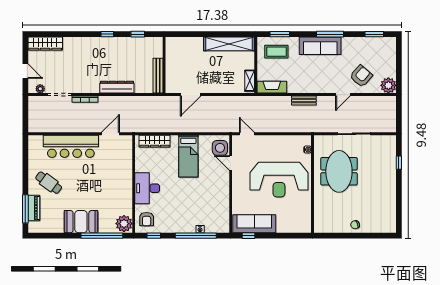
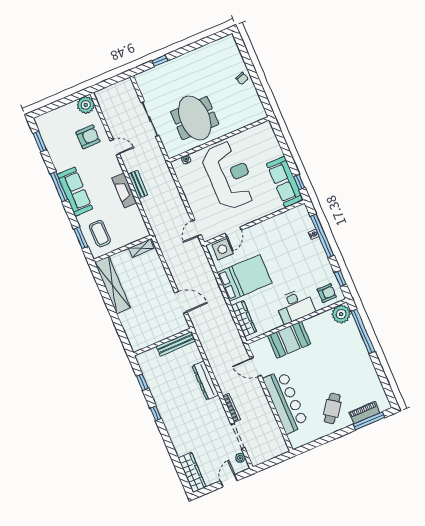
armchair: (361, 76) -> (88, 137), turned 139
fireplace: (272, 87) -> (124, 190), moved
bed: (188, 156) -> (245, 278), width x1.50
meeting table: (339, 171) -> (195, 118), turned 90
booth: (81, 222) -> (289, 340), moved, turned 90

